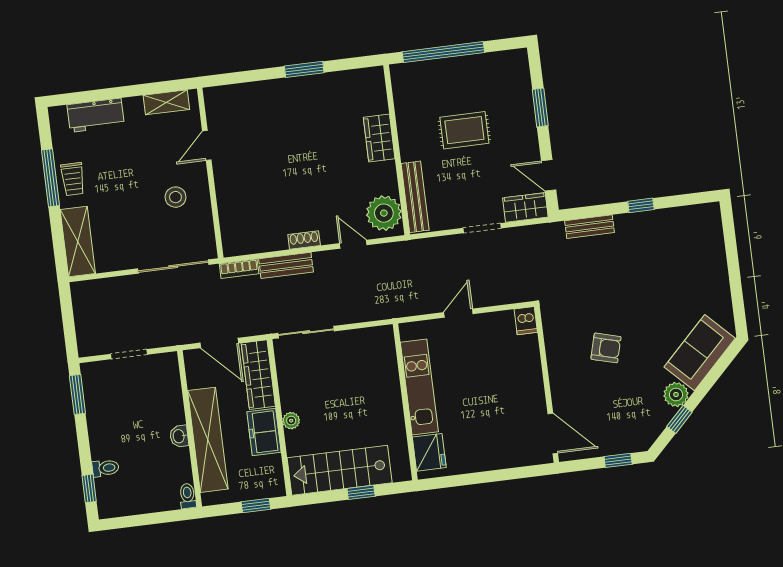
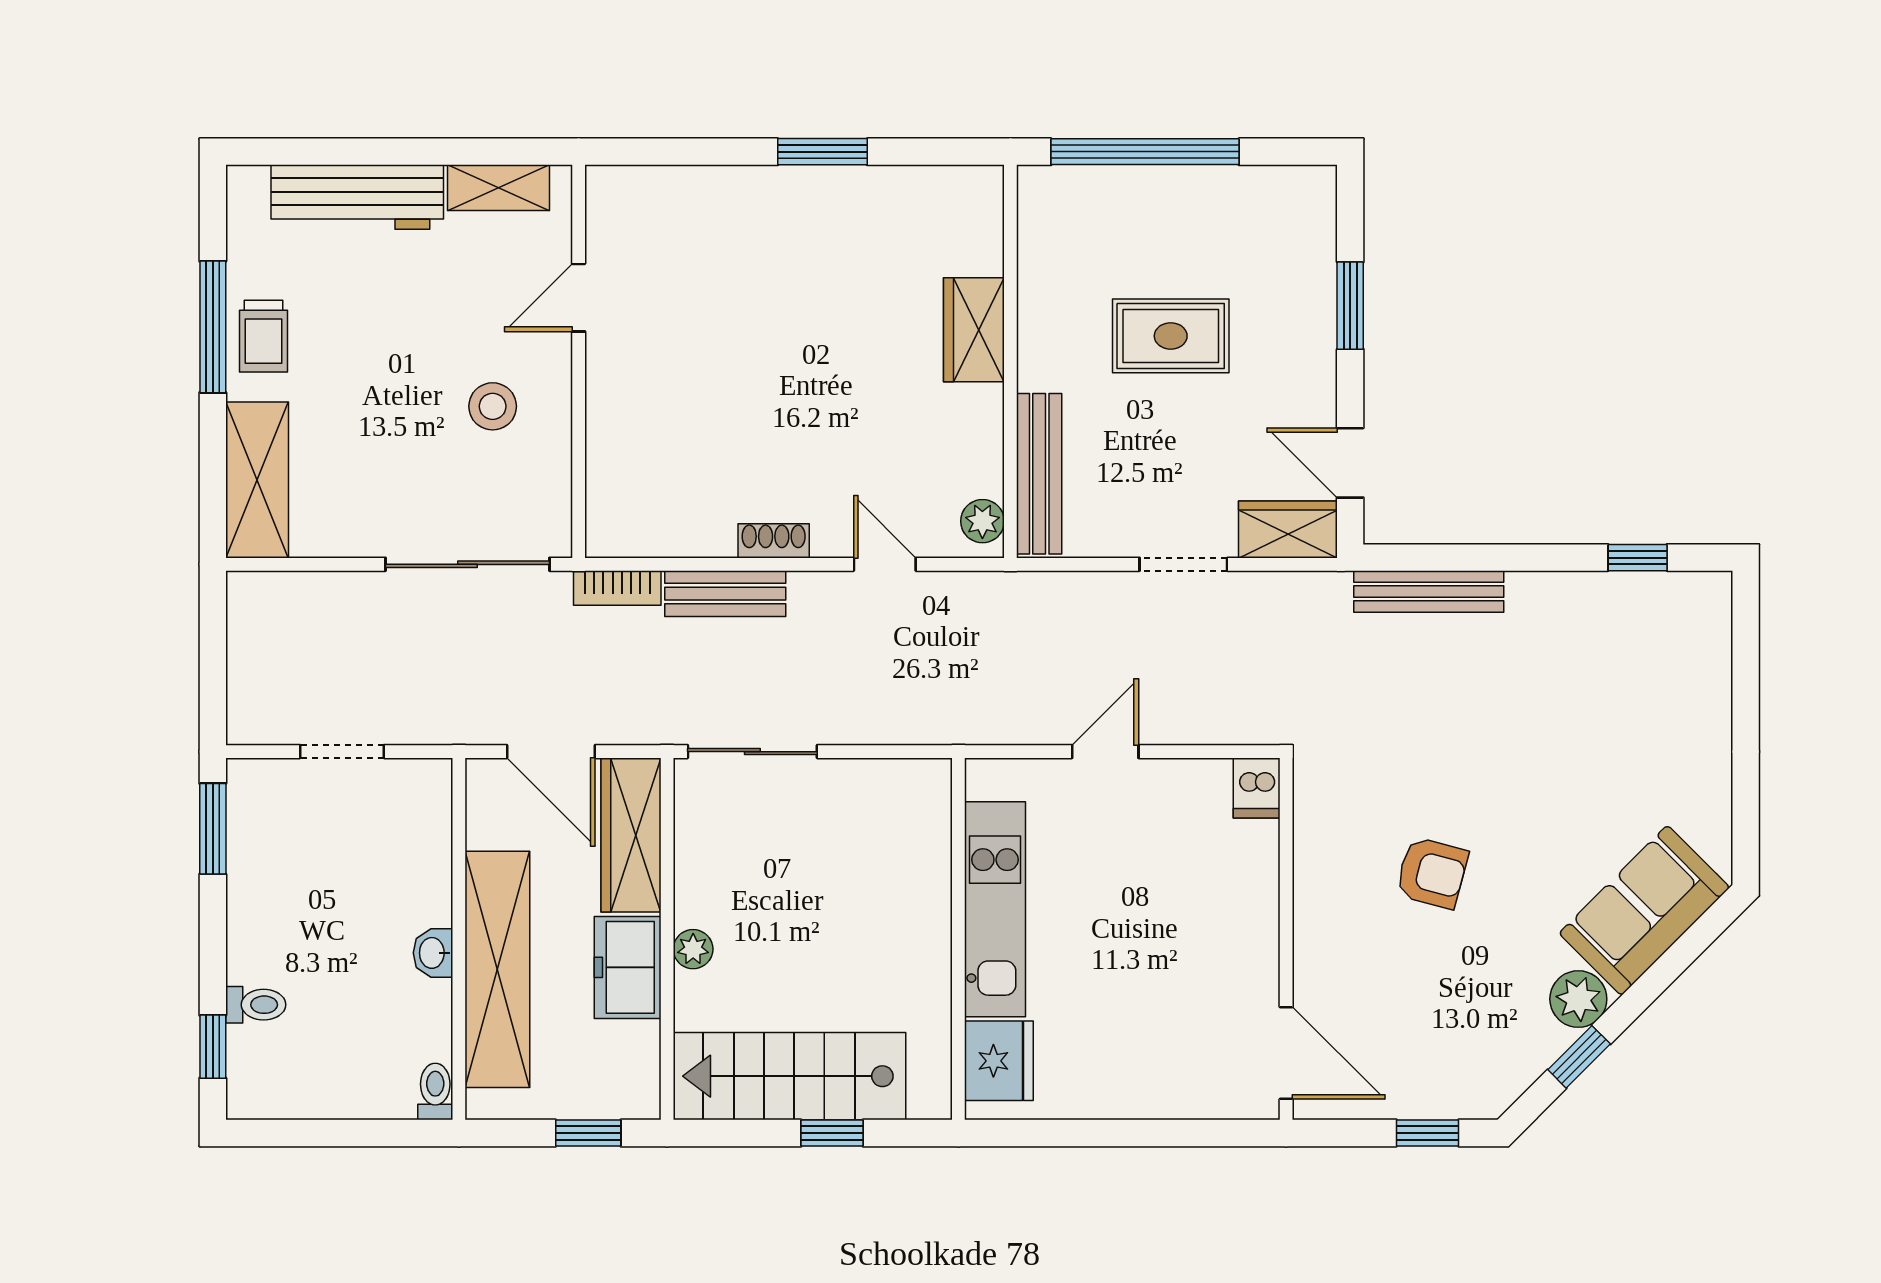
workbench: (96, 115) -> (357, 197), width x1.38
window: (641, 205) -> (1638, 558), moved
plant: (384, 213) -> (982, 521), width x0.53, depth x0.53
bench: (590, 227) -> (1429, 591), width x1.36

